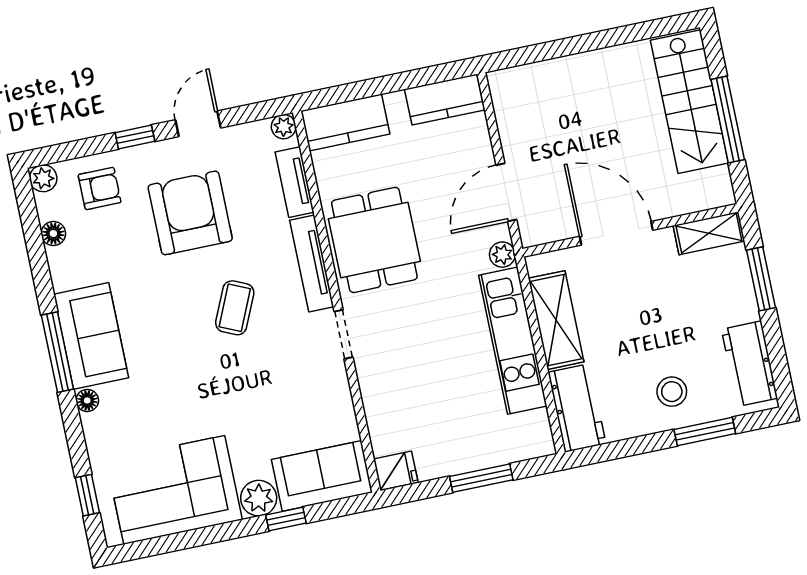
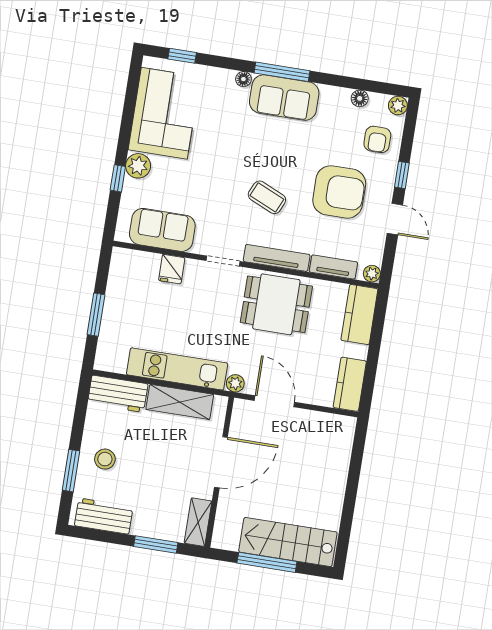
fridge: (396, 471) -> (172, 269), moved
sofa: (322, 476) -> (162, 230), moved, turned -90

